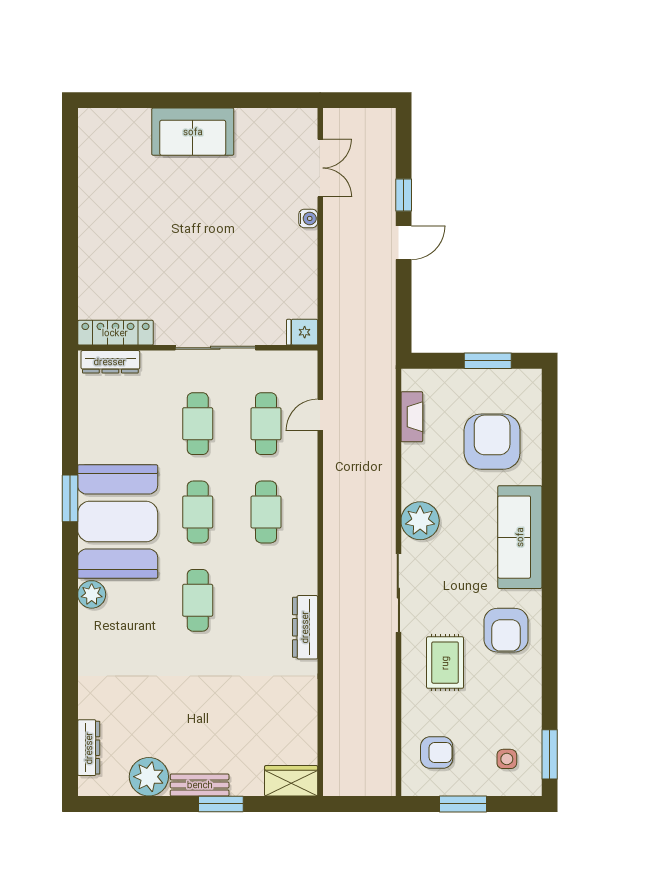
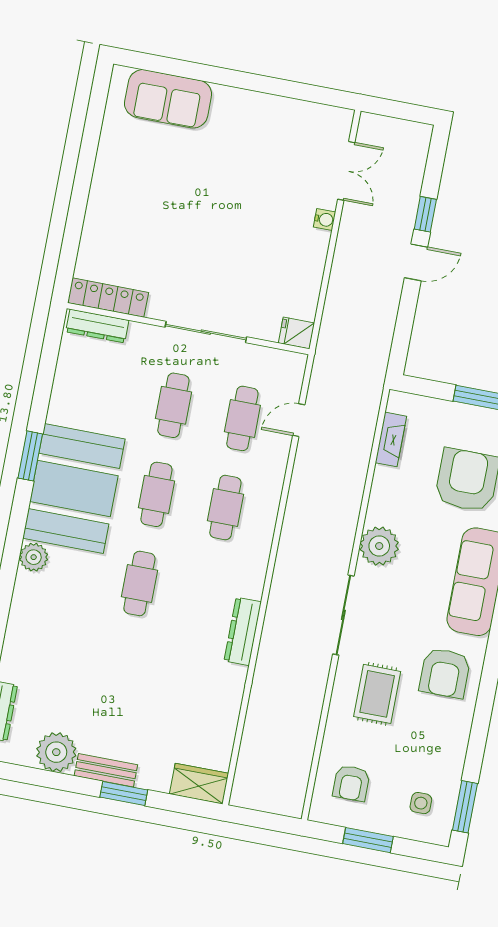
sofa: (193, 132) -> (168, 99), moved
armchair: (437, 753) -> (351, 783), turned 90

